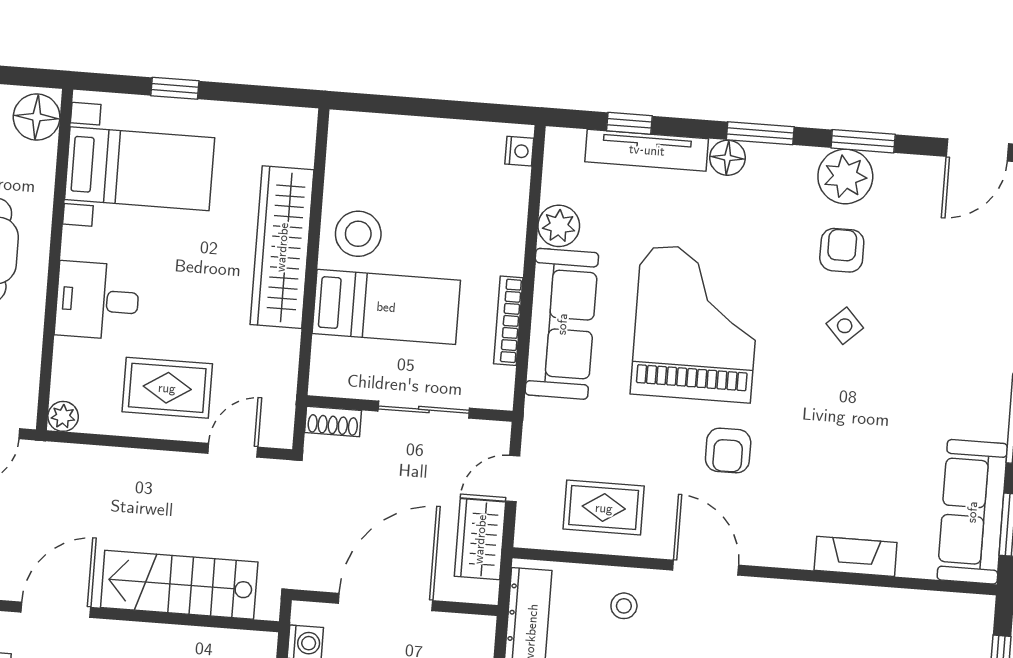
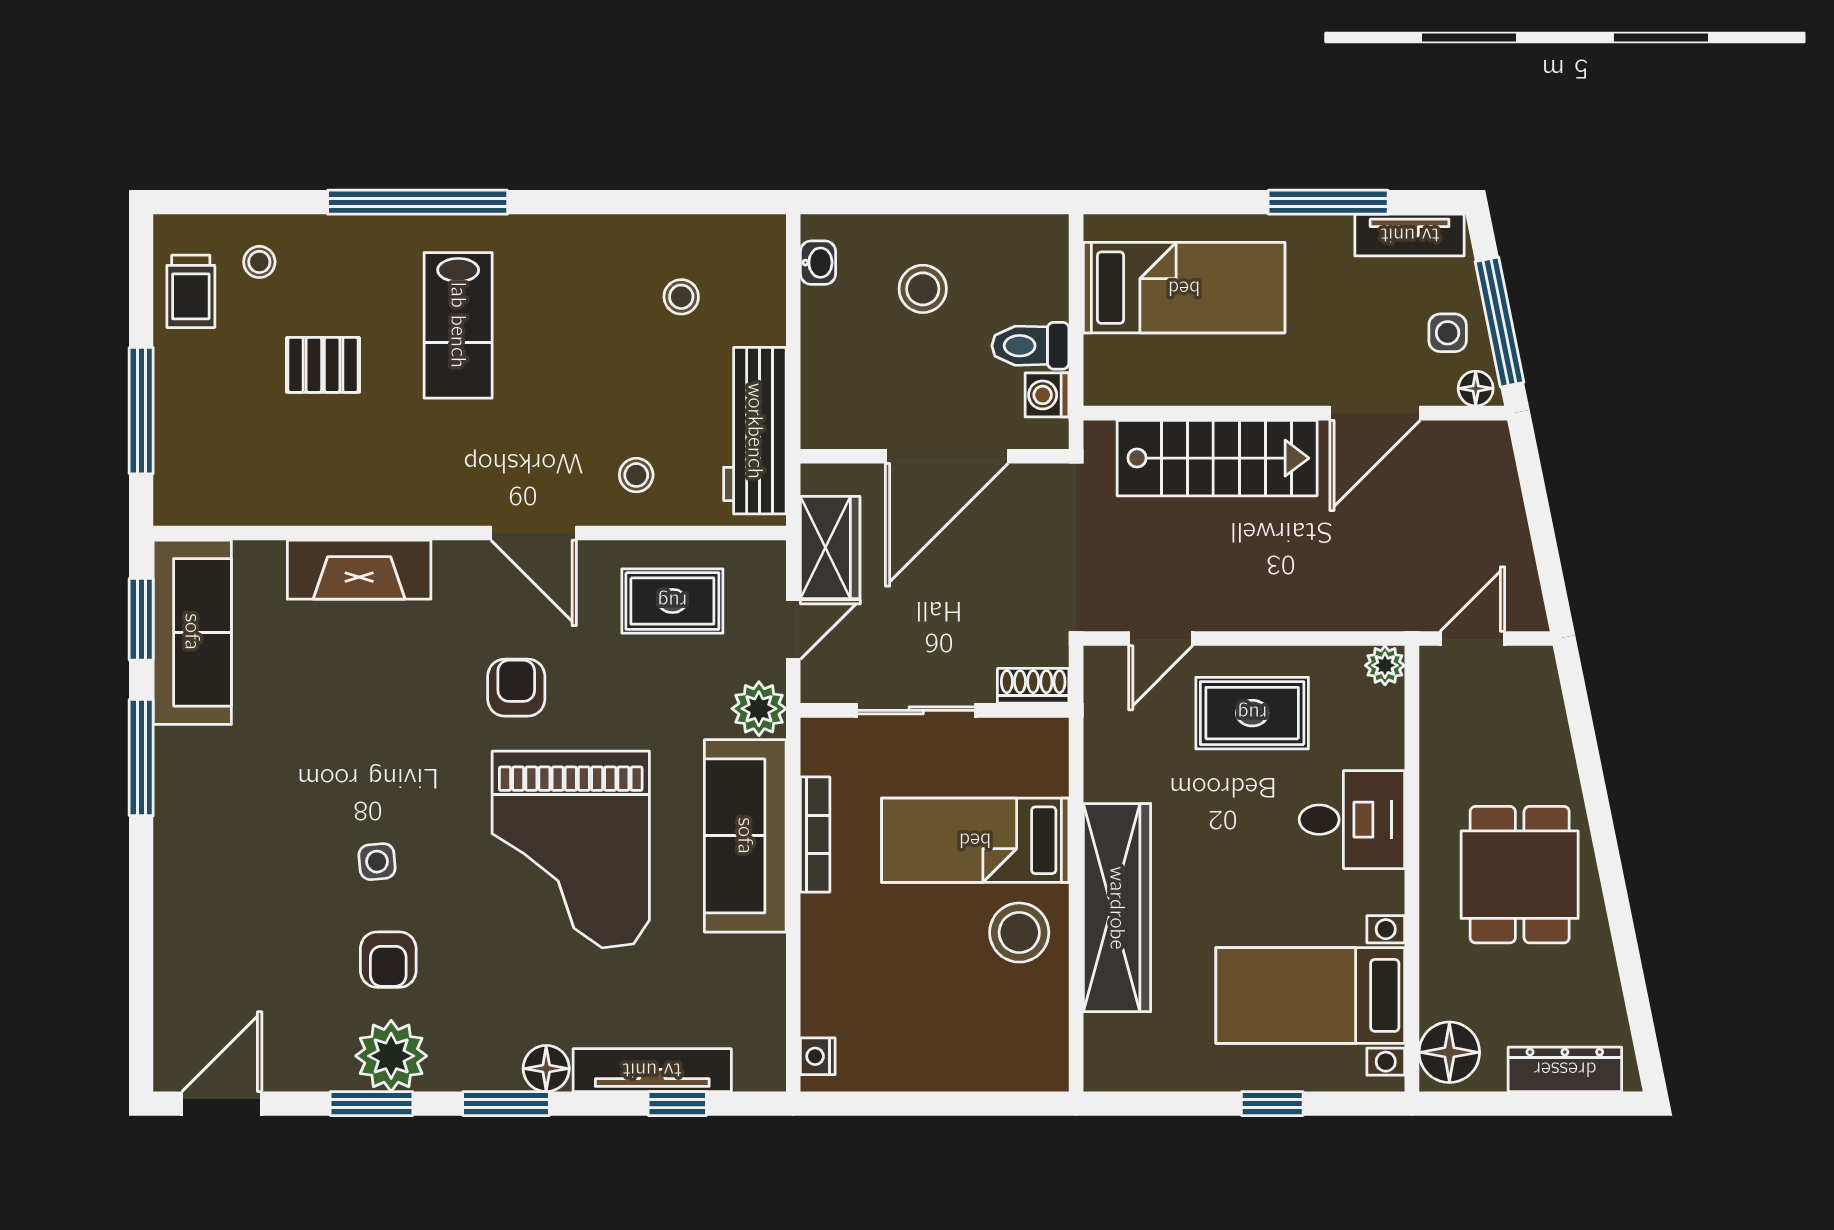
plant: (559, 226) -> (759, 709), moved
side table: (845, 326) -> (377, 862), turned 38
fireplace: (856, 556) -> (359, 570), width x1.37, depth x1.32

